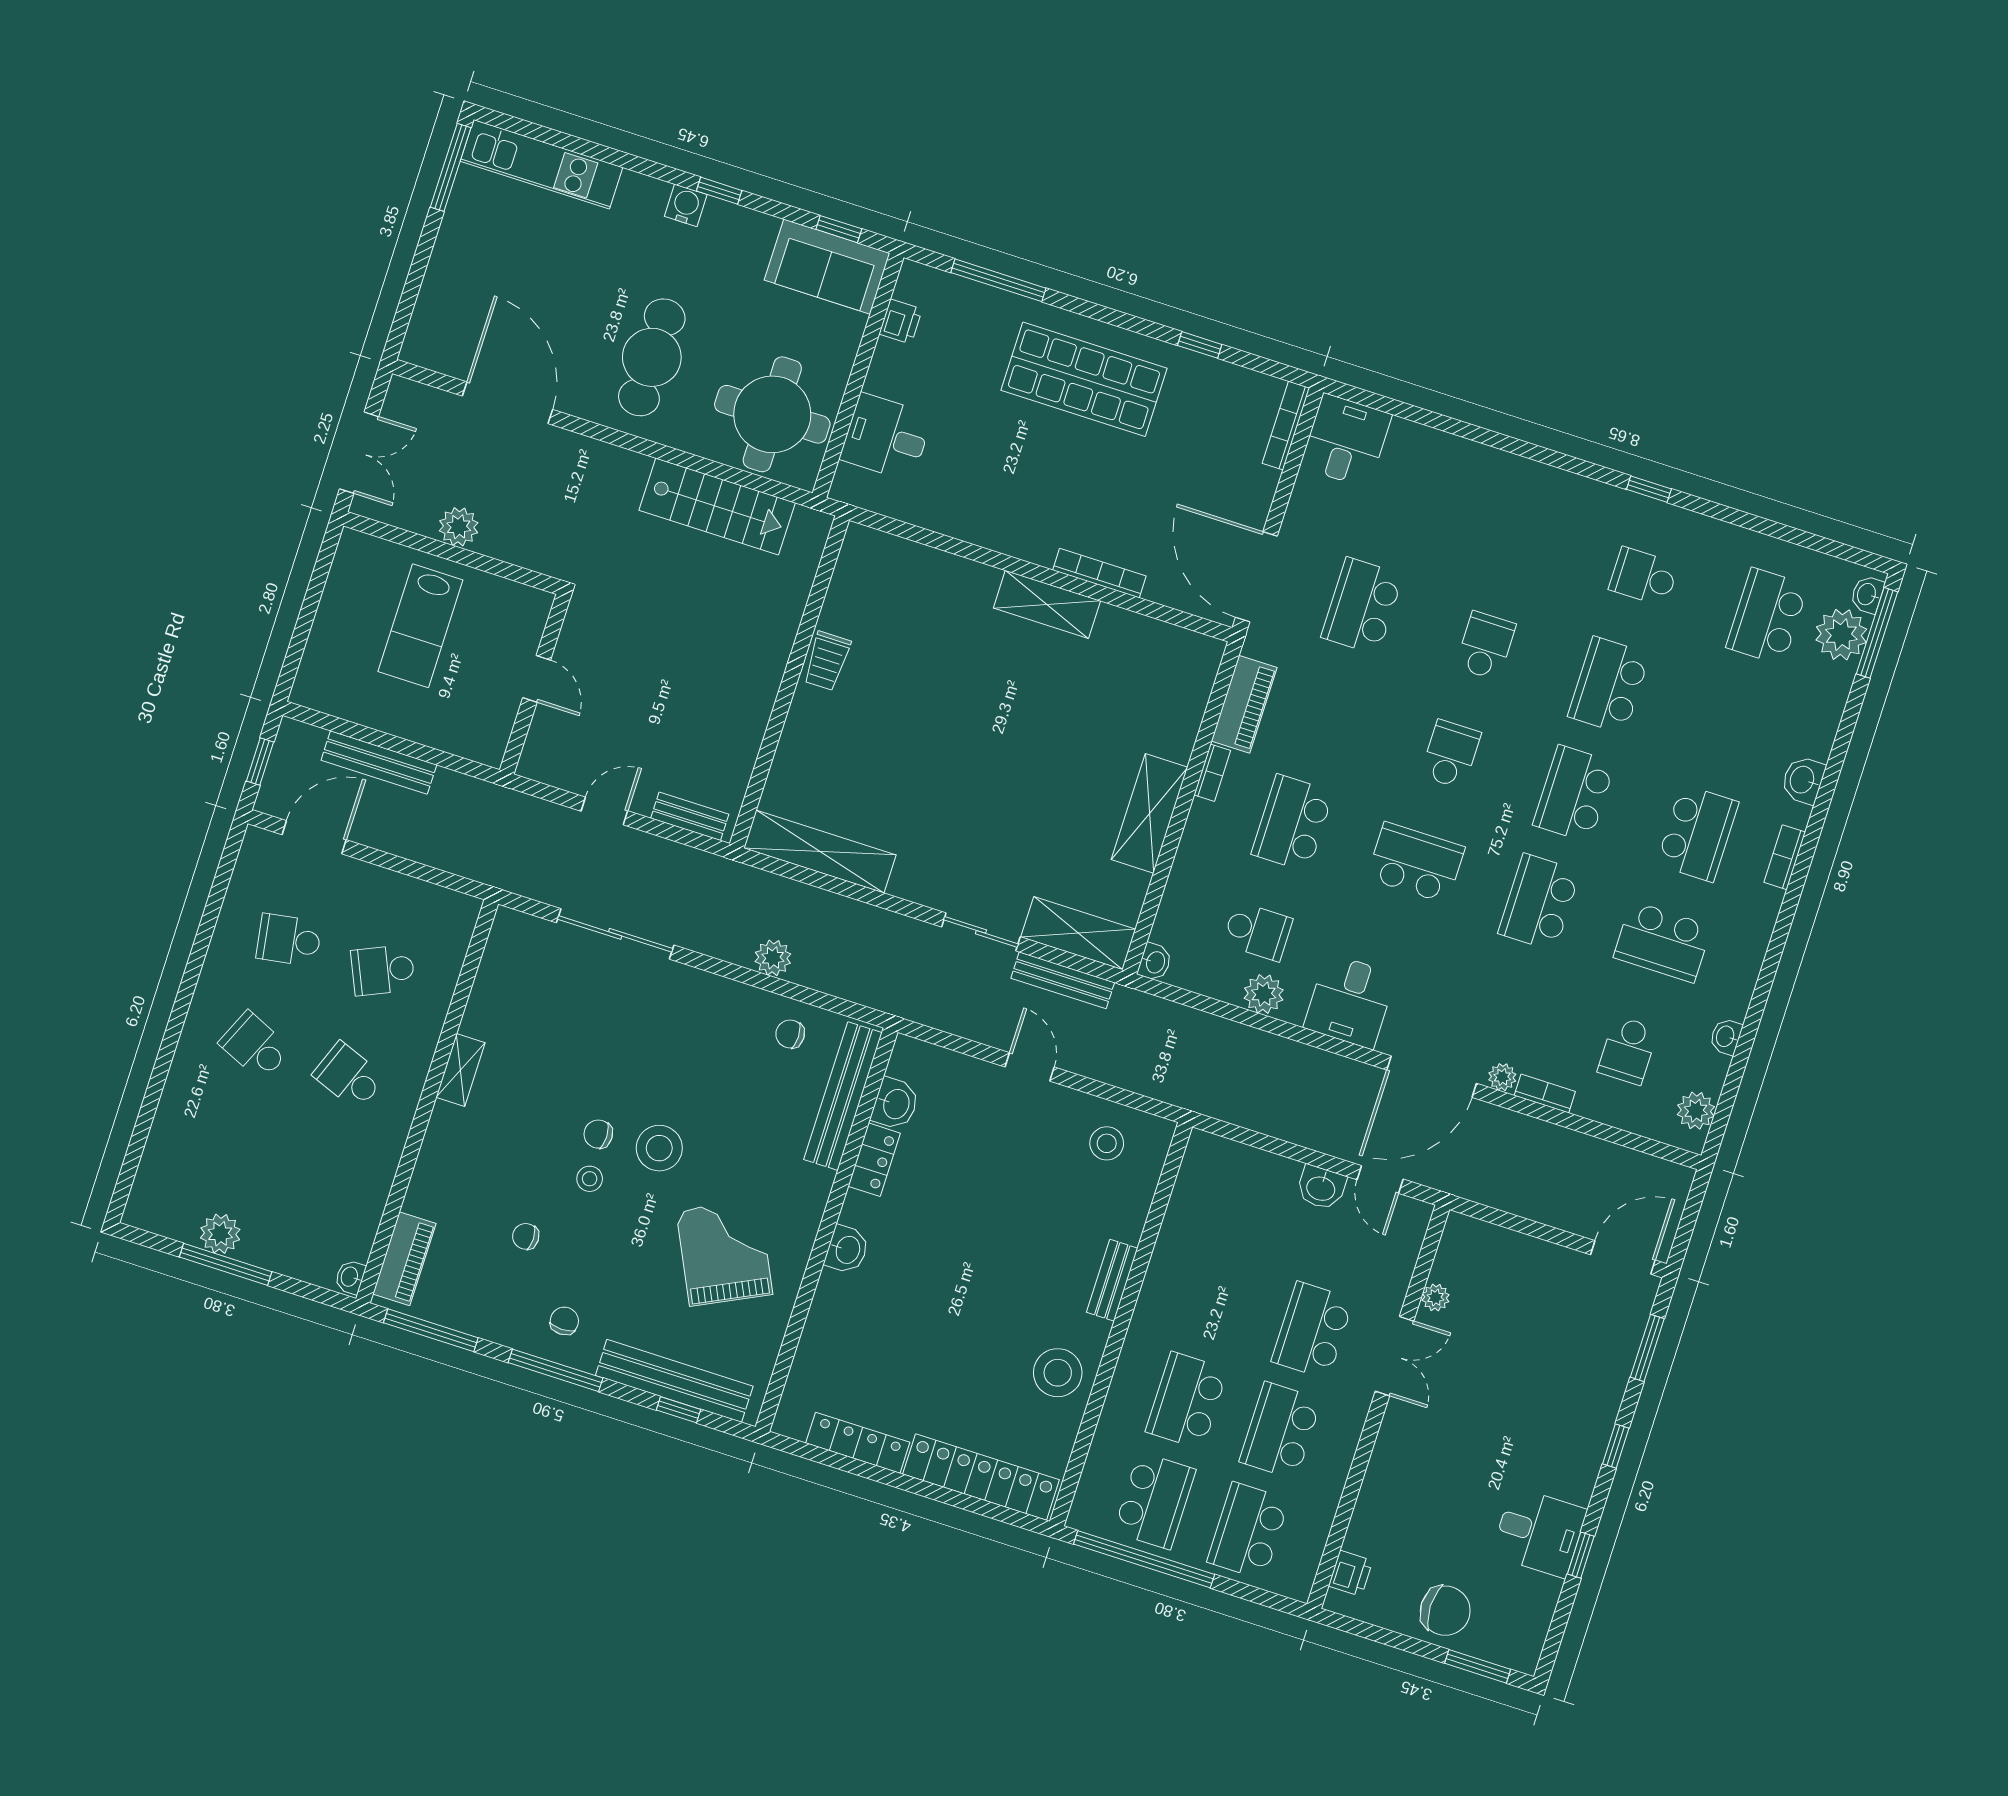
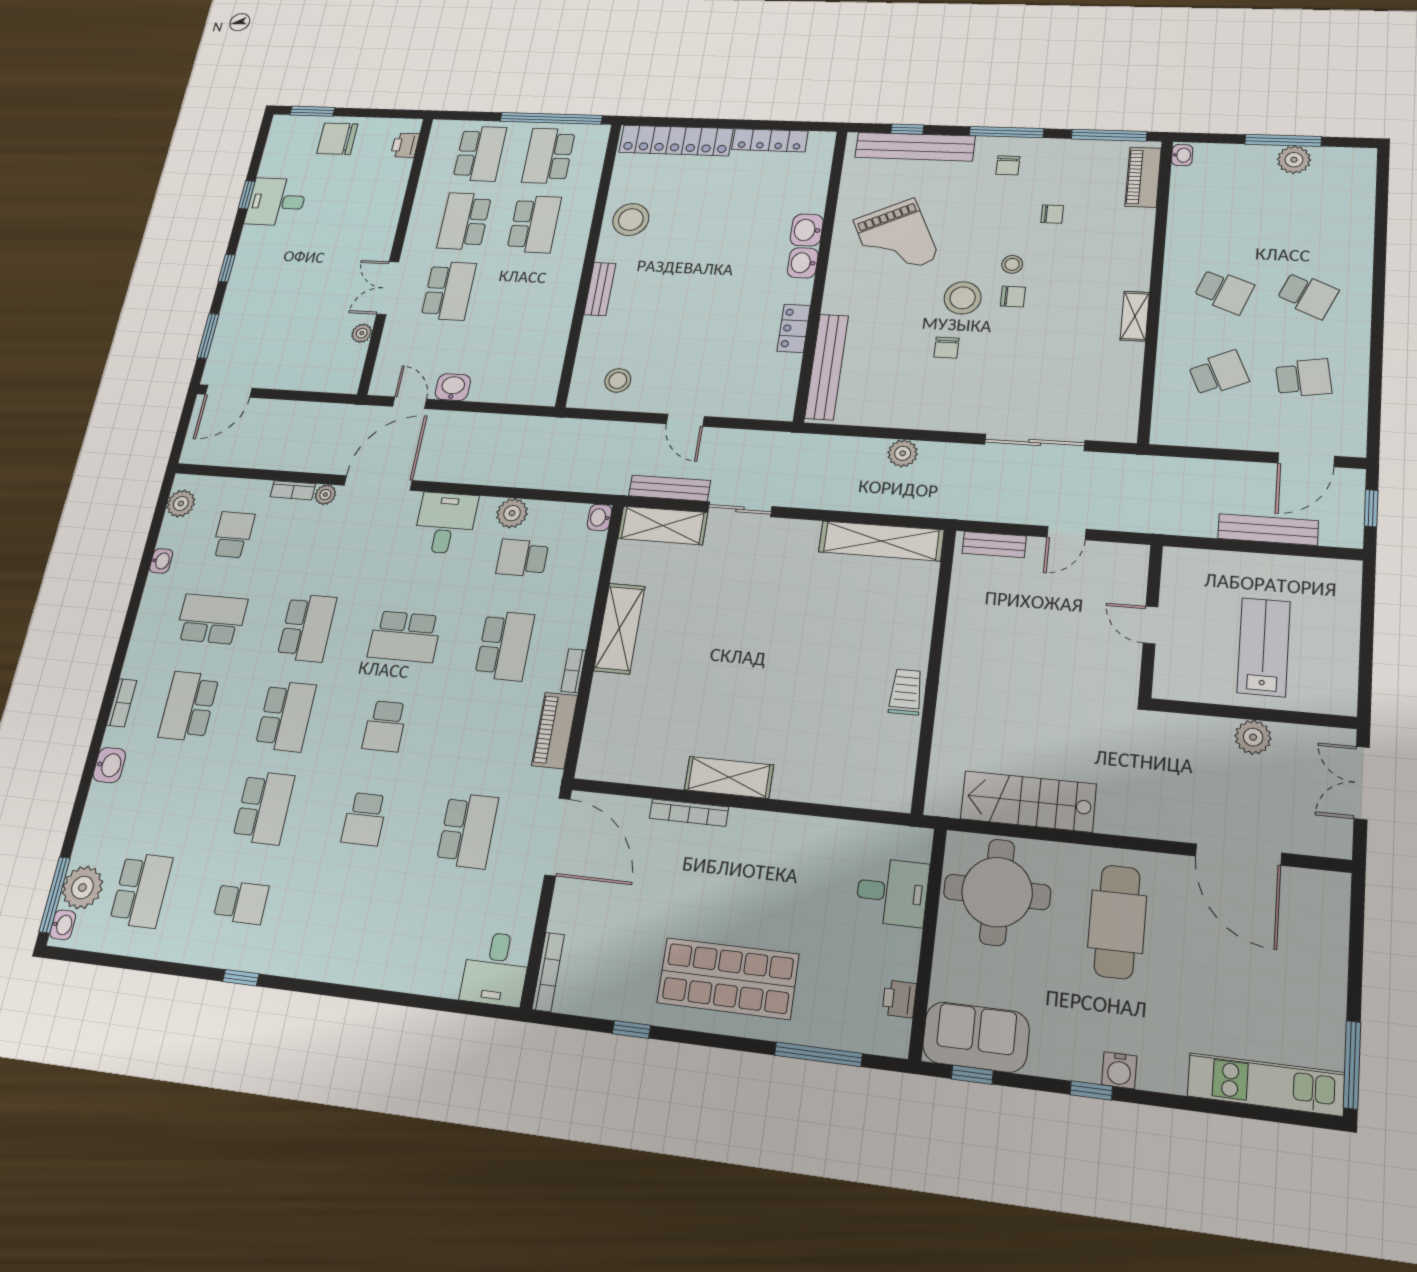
chair: (790, 1034) -> (946, 348), moved, turned 90
washbasin: (895, 1104) -> (807, 230), moved
school desk: (1280, 1430) -> (464, 221), turned 180

